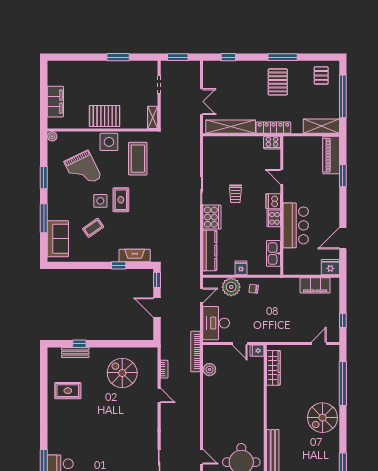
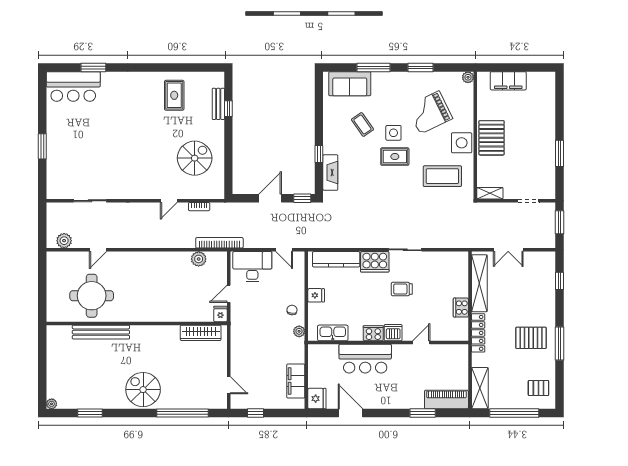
cooker: (272, 143) -> (461, 308), moved
plant: (231, 287) -> (299, 331), moved, width x0.53, depth x0.53

